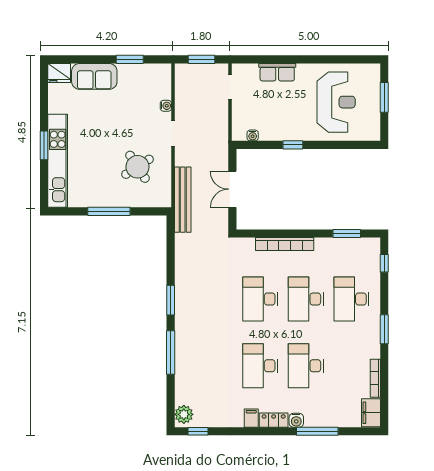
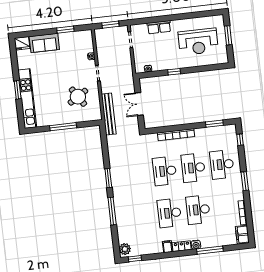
reception desk: (336, 102) -> (198, 42), turned 90

